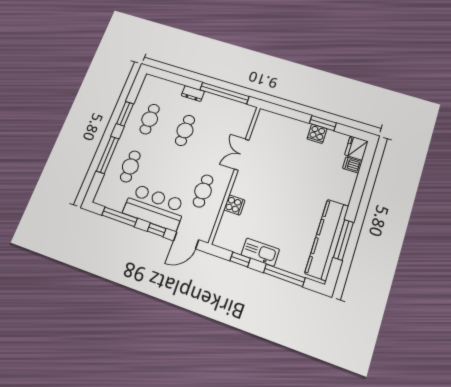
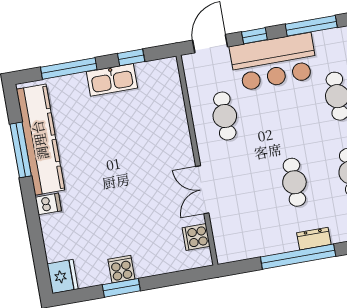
window: (224, 93) -> (298, 257), moved
double door: (242, 155) -> (202, 190), swing flipped
dishwasher: (352, 165) -> (48, 204), moved
cooker: (234, 205) -> (196, 237), moved

